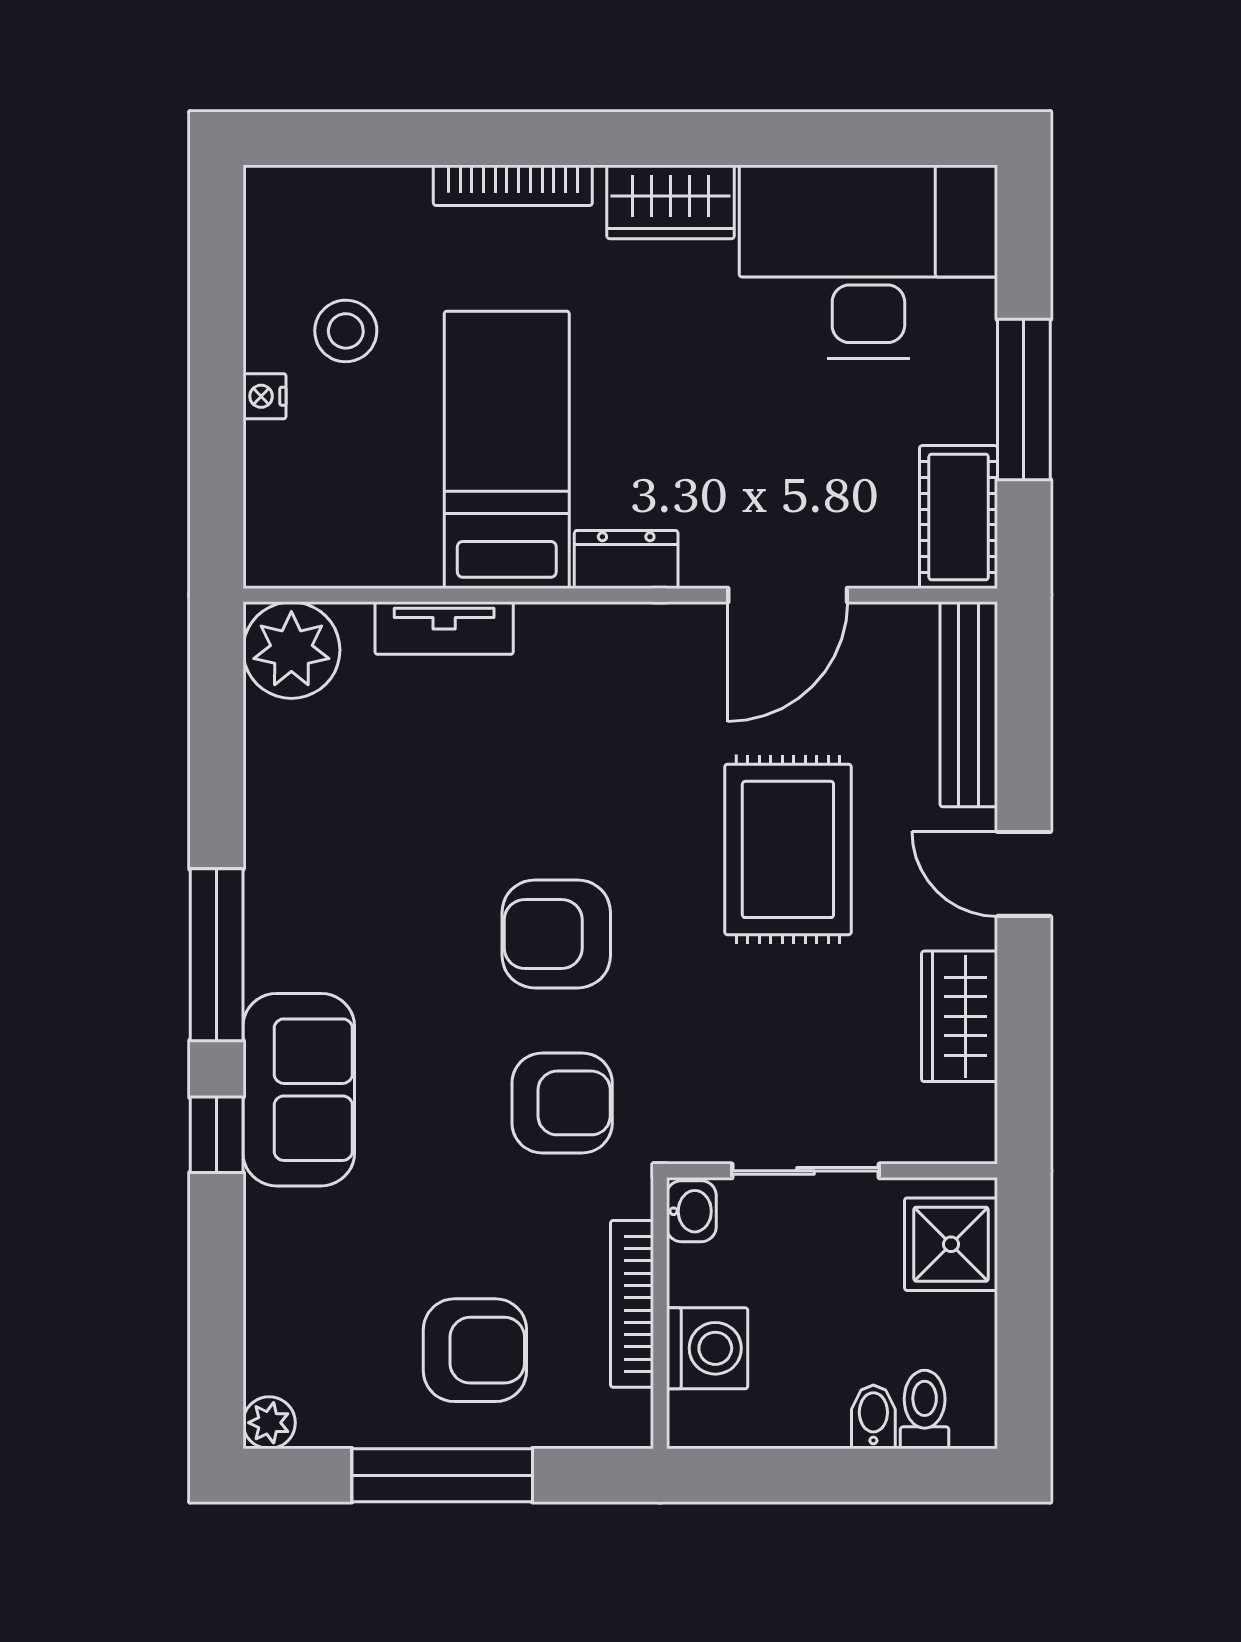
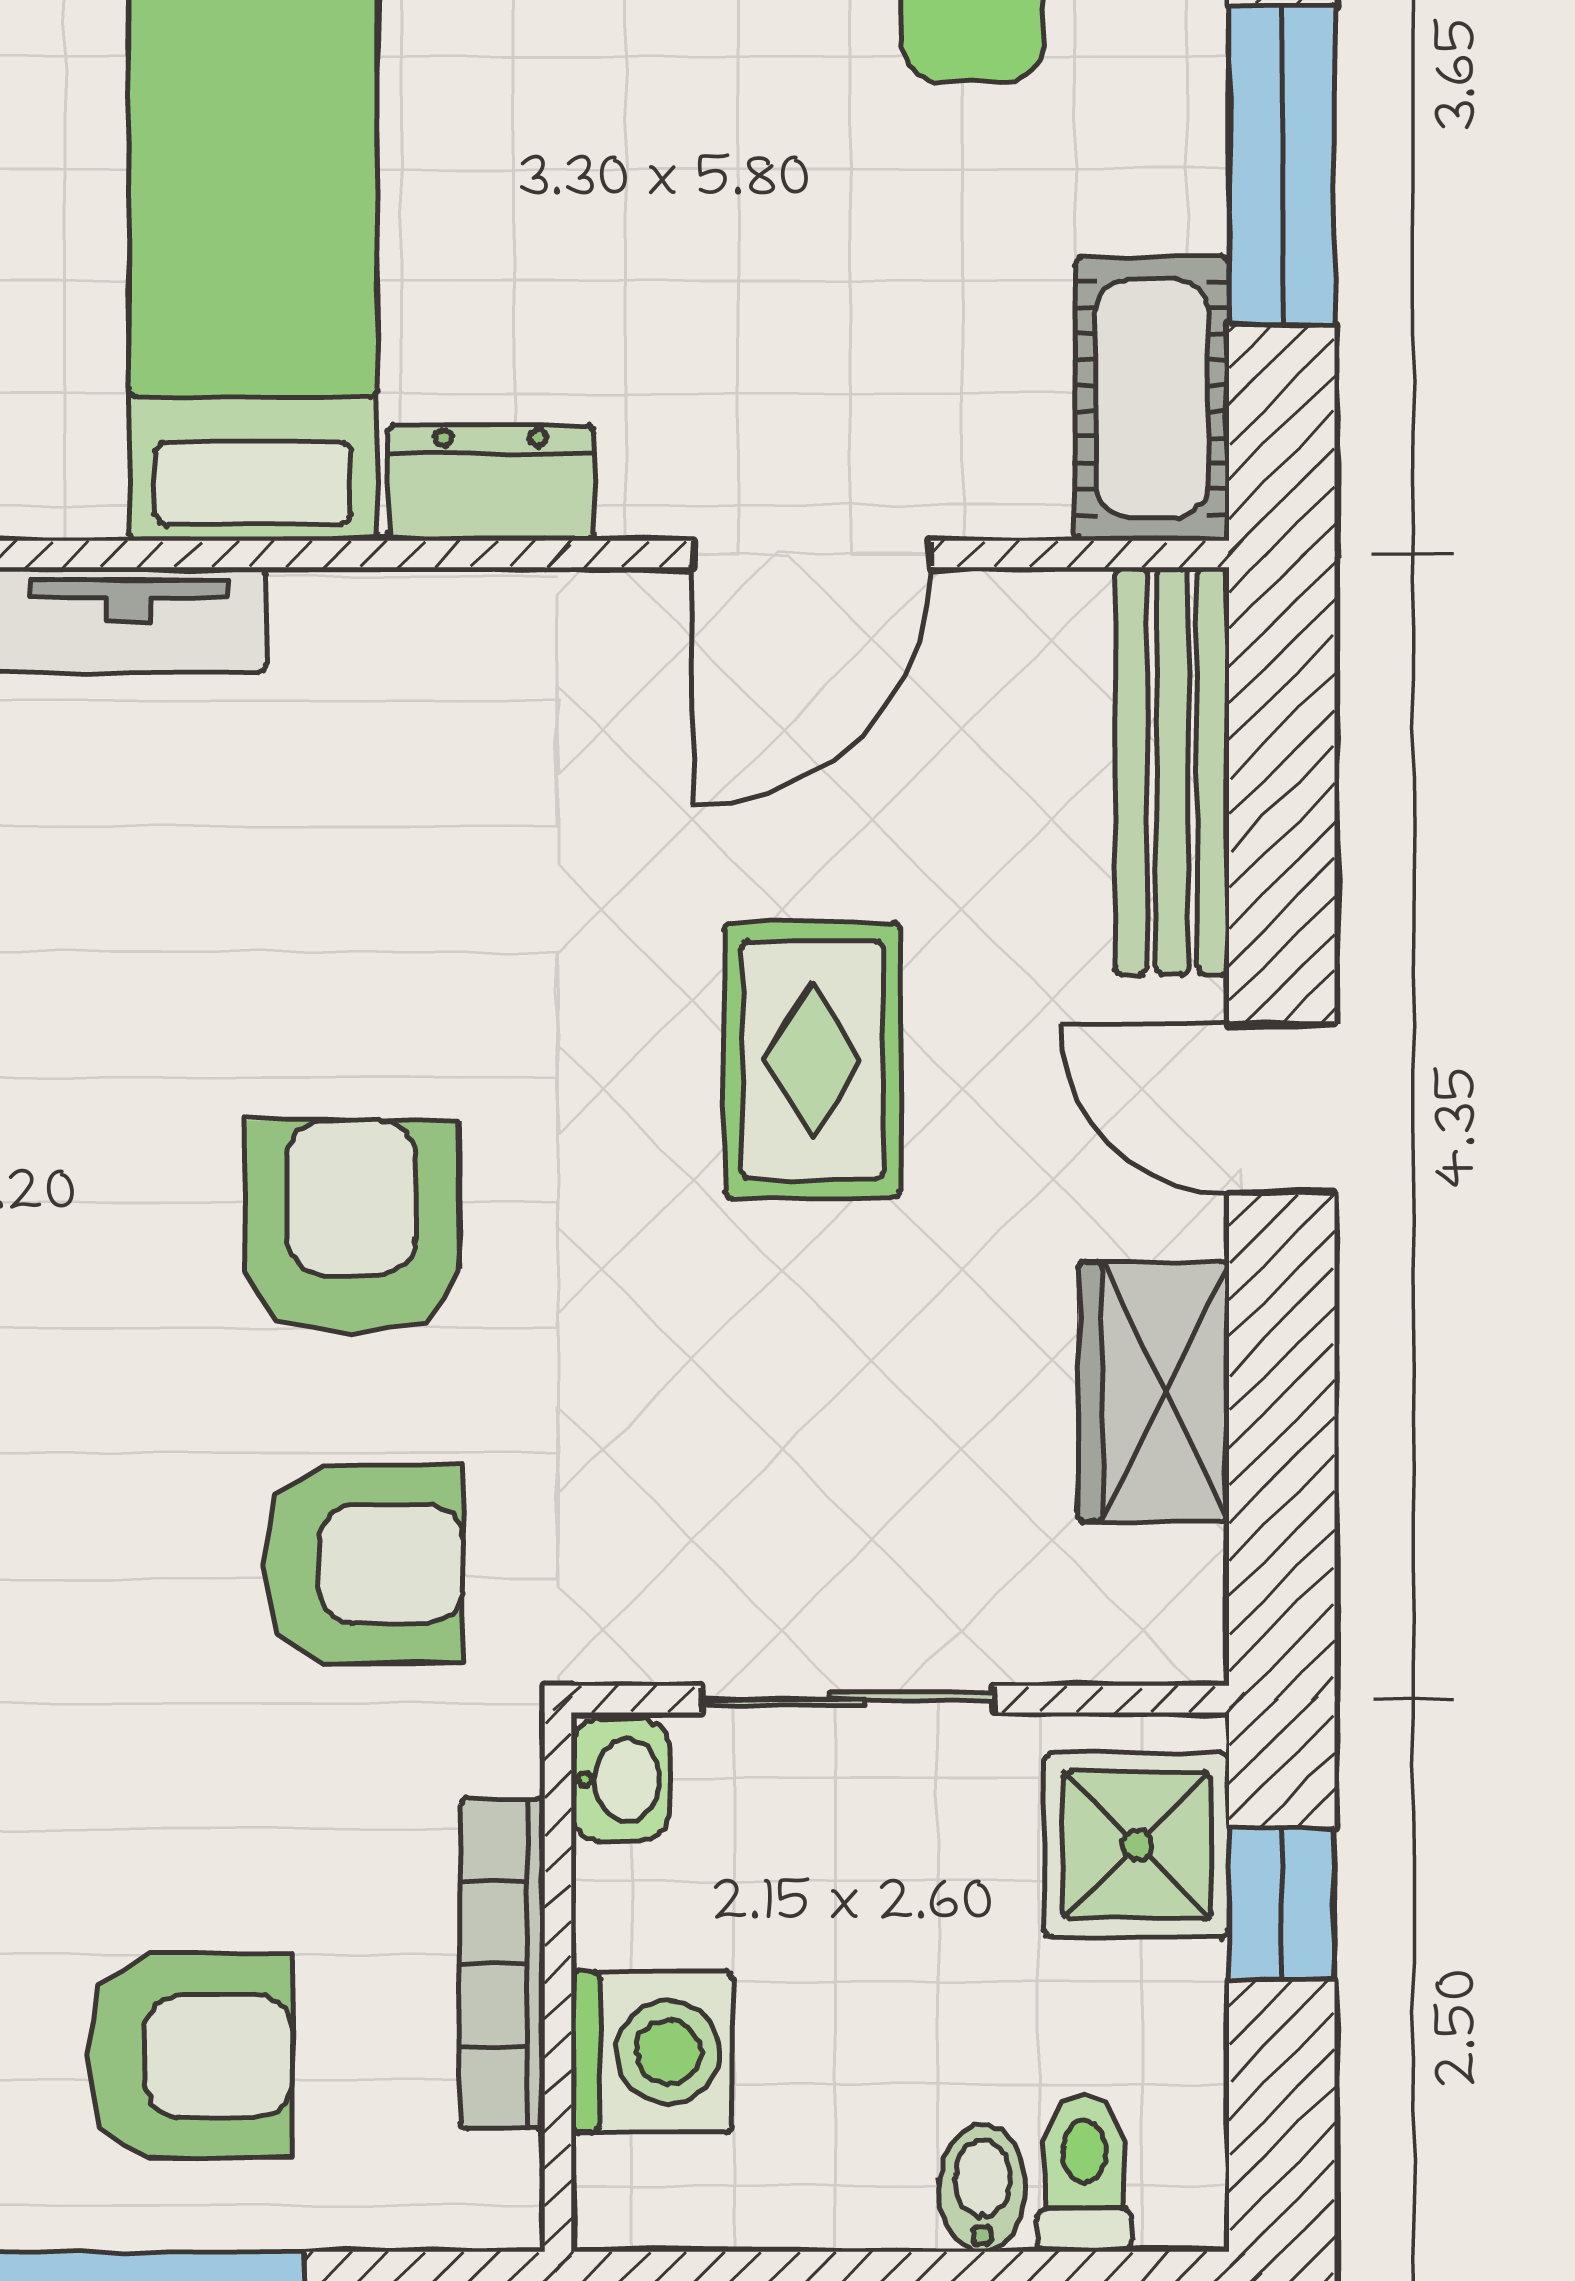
rug: (788, 849) -> (813, 1060), width x0.73, depth x0.70
armchair: (556, 934) -> (352, 1228), turned 90
window: (1024, 1274) -> (1282, 1904), added

